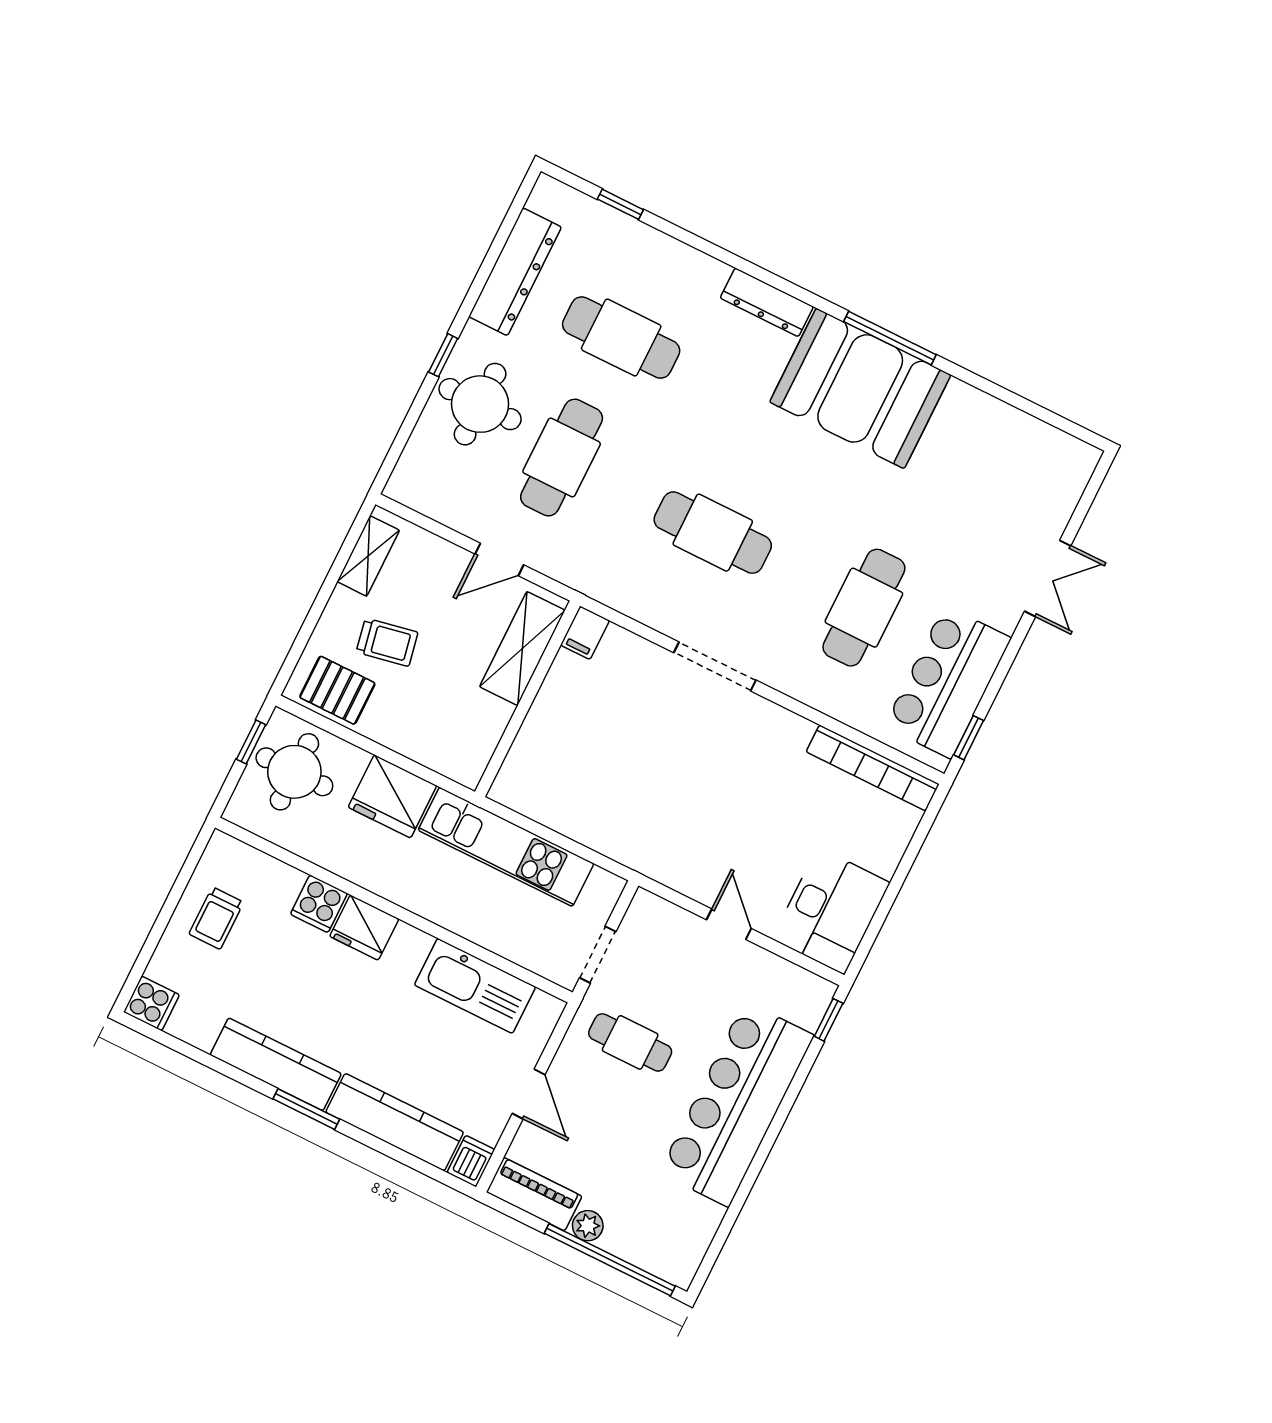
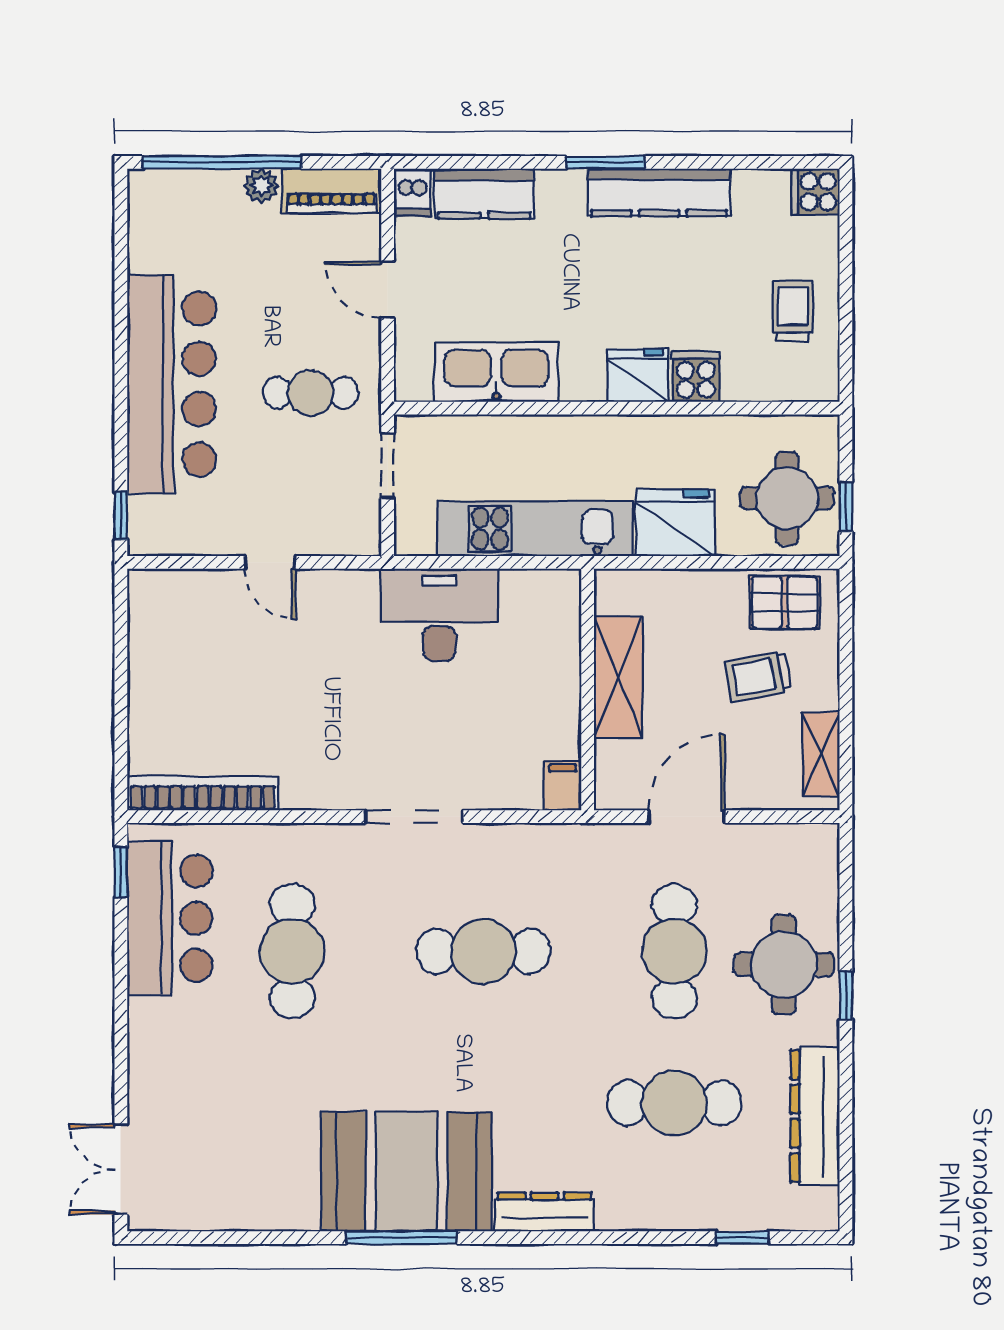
door: (499, 559) -> (686, 817), width x1.38
double door: (1048, 579) -> (121, 1169), moved
shelving: (522, 649) -> (618, 677), moved
desk: (831, 911) -> (439, 615), moved, turned 90
kitchen counter: (395, 1122) -> (484, 194), width x0.67

